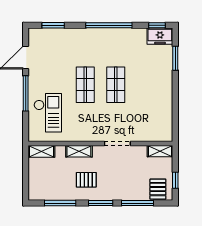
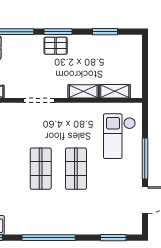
shelving: (41, 151) -> (115, 91), moved
pallet: (86, 180) -> (56, 46), moved
window: (60, 203) -> (105, 32), width x0.69

